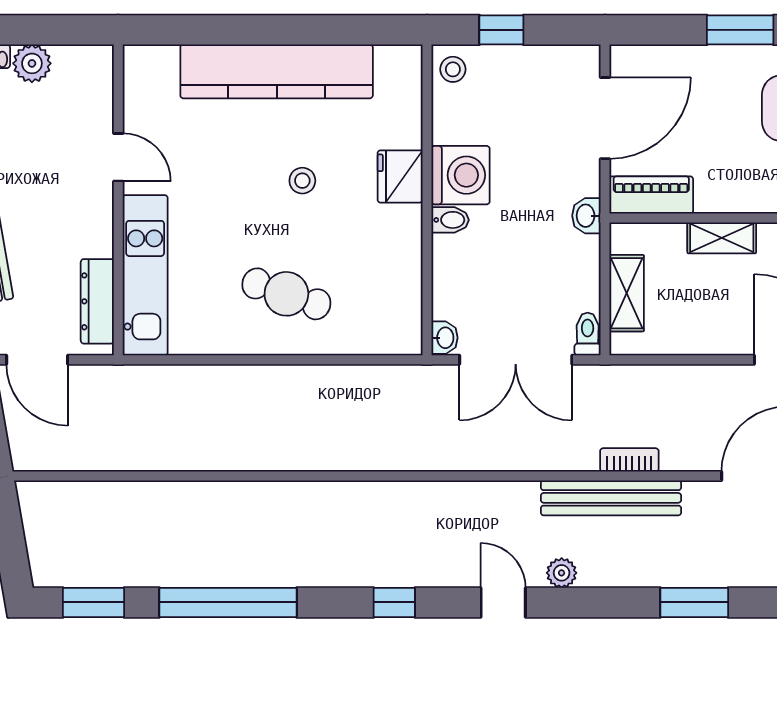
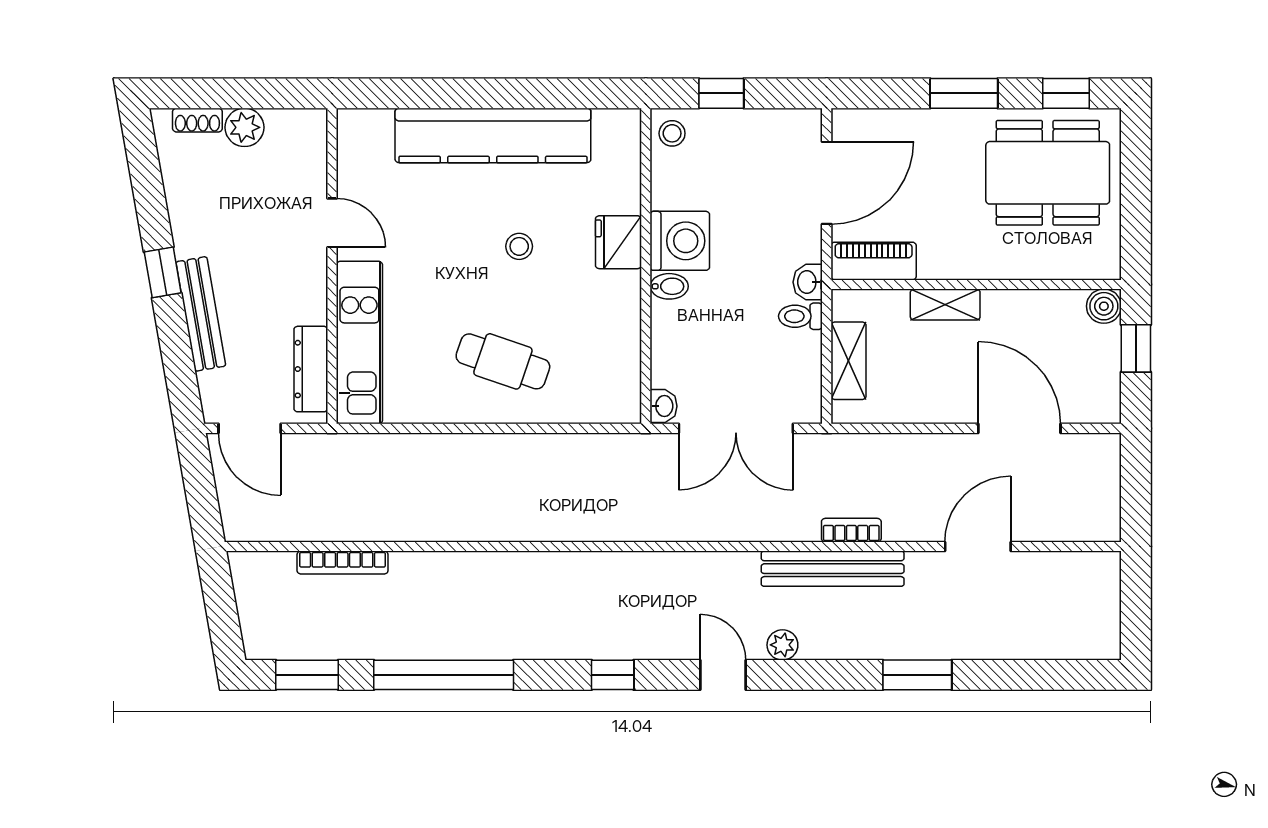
toilet: (588, 334) -> (800, 316), moved, turned -90
bookcase: (128, 492) -> (343, 563), added

